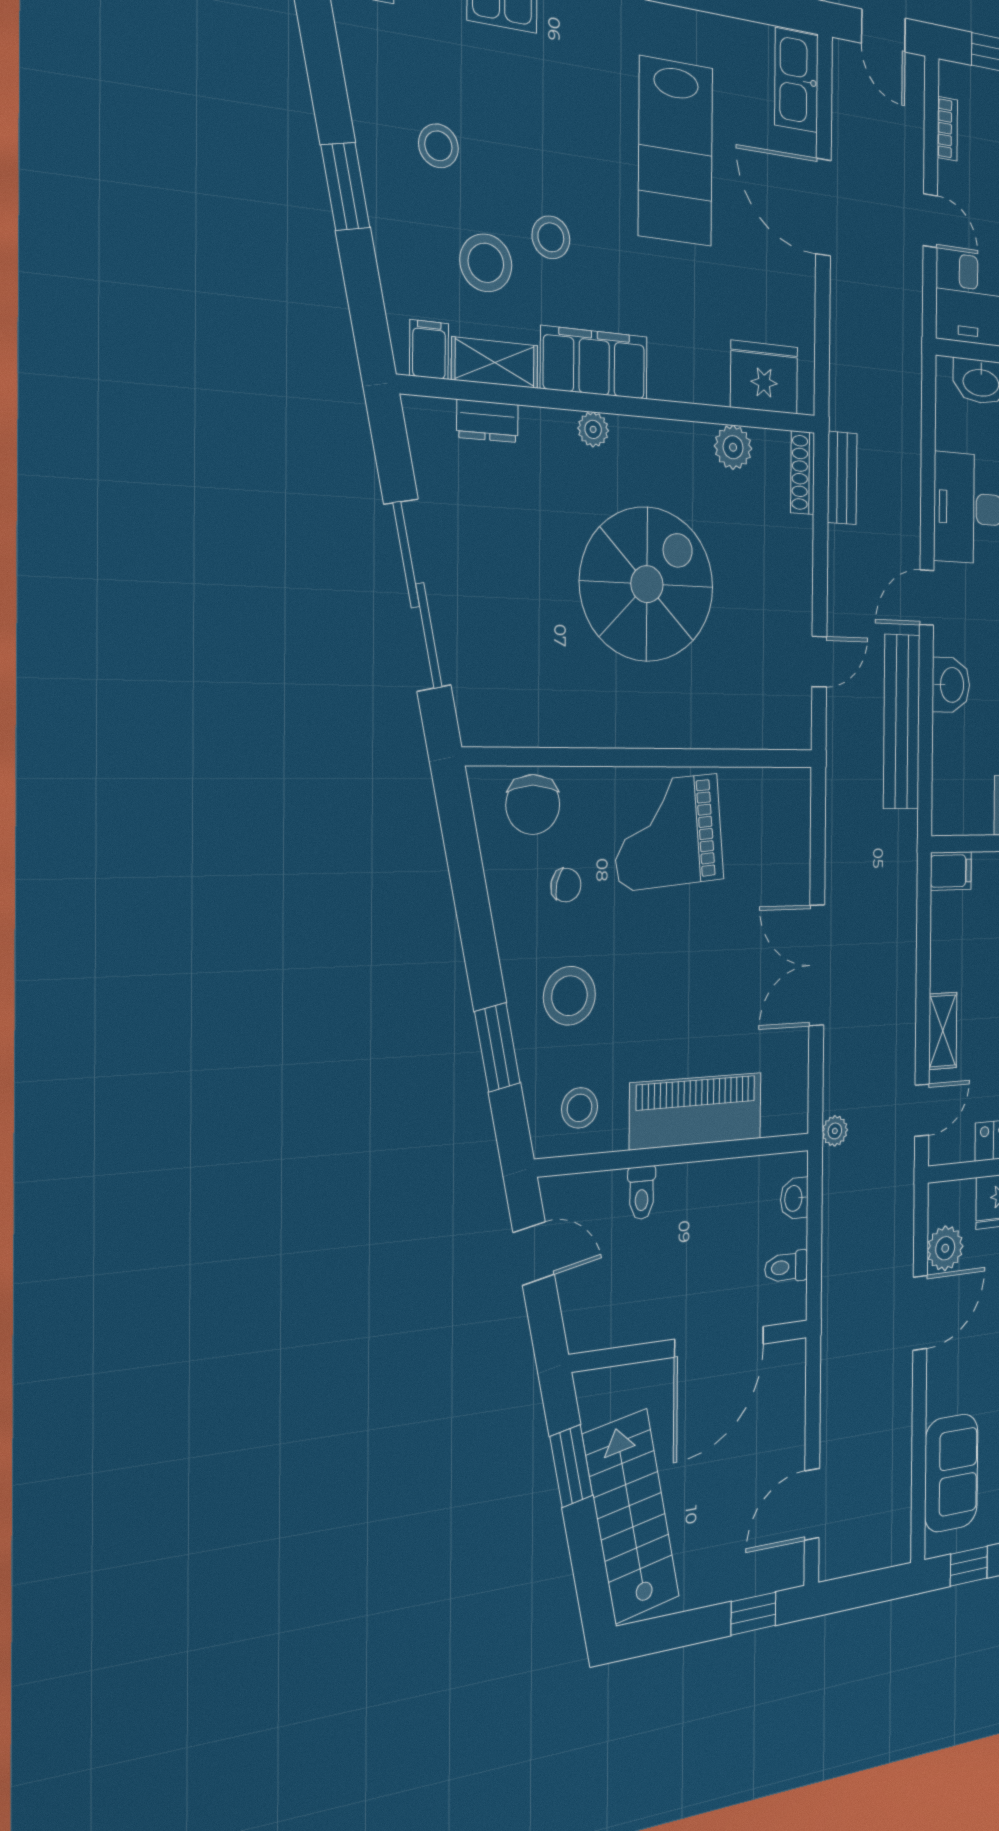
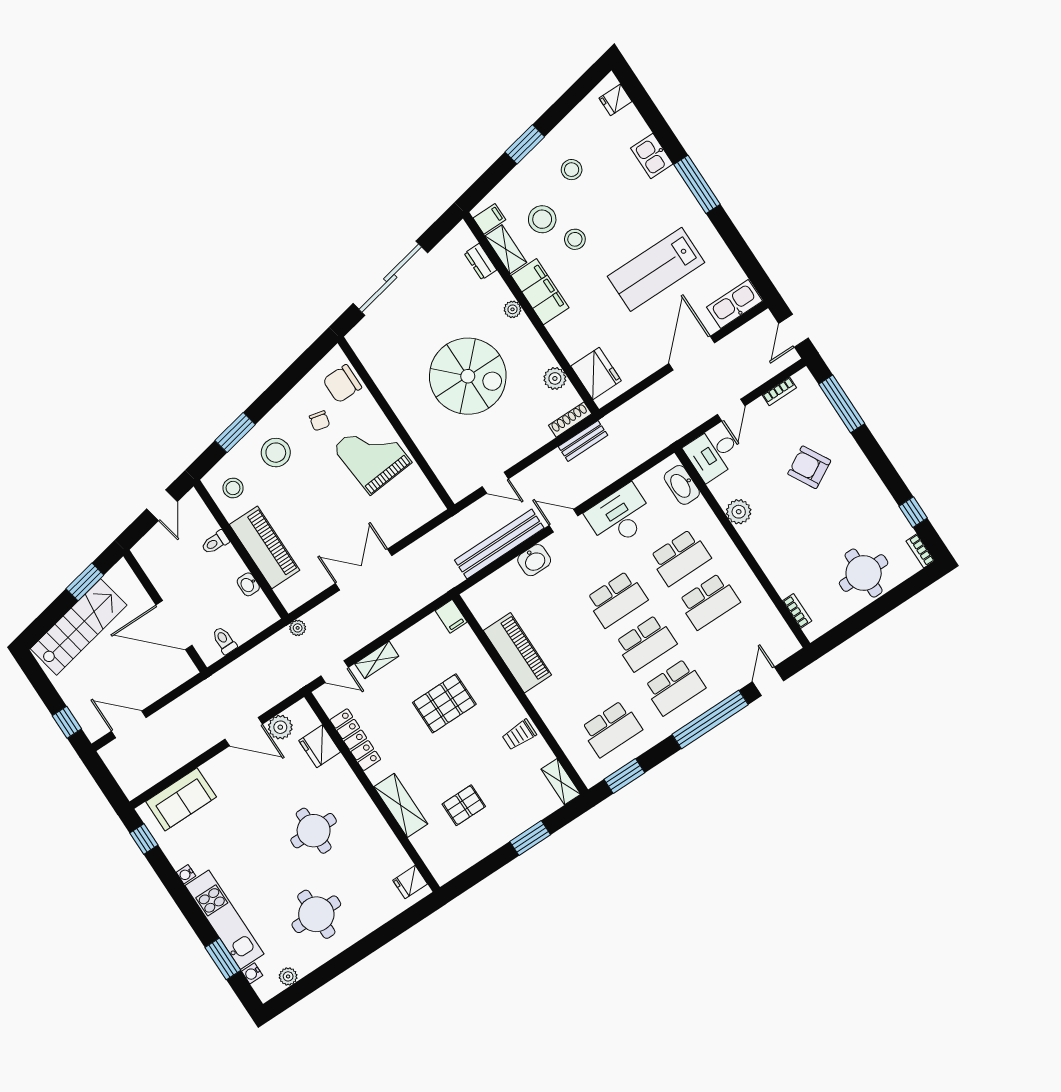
washbasin: (794, 1198) -> (248, 584), moved, turned -90

